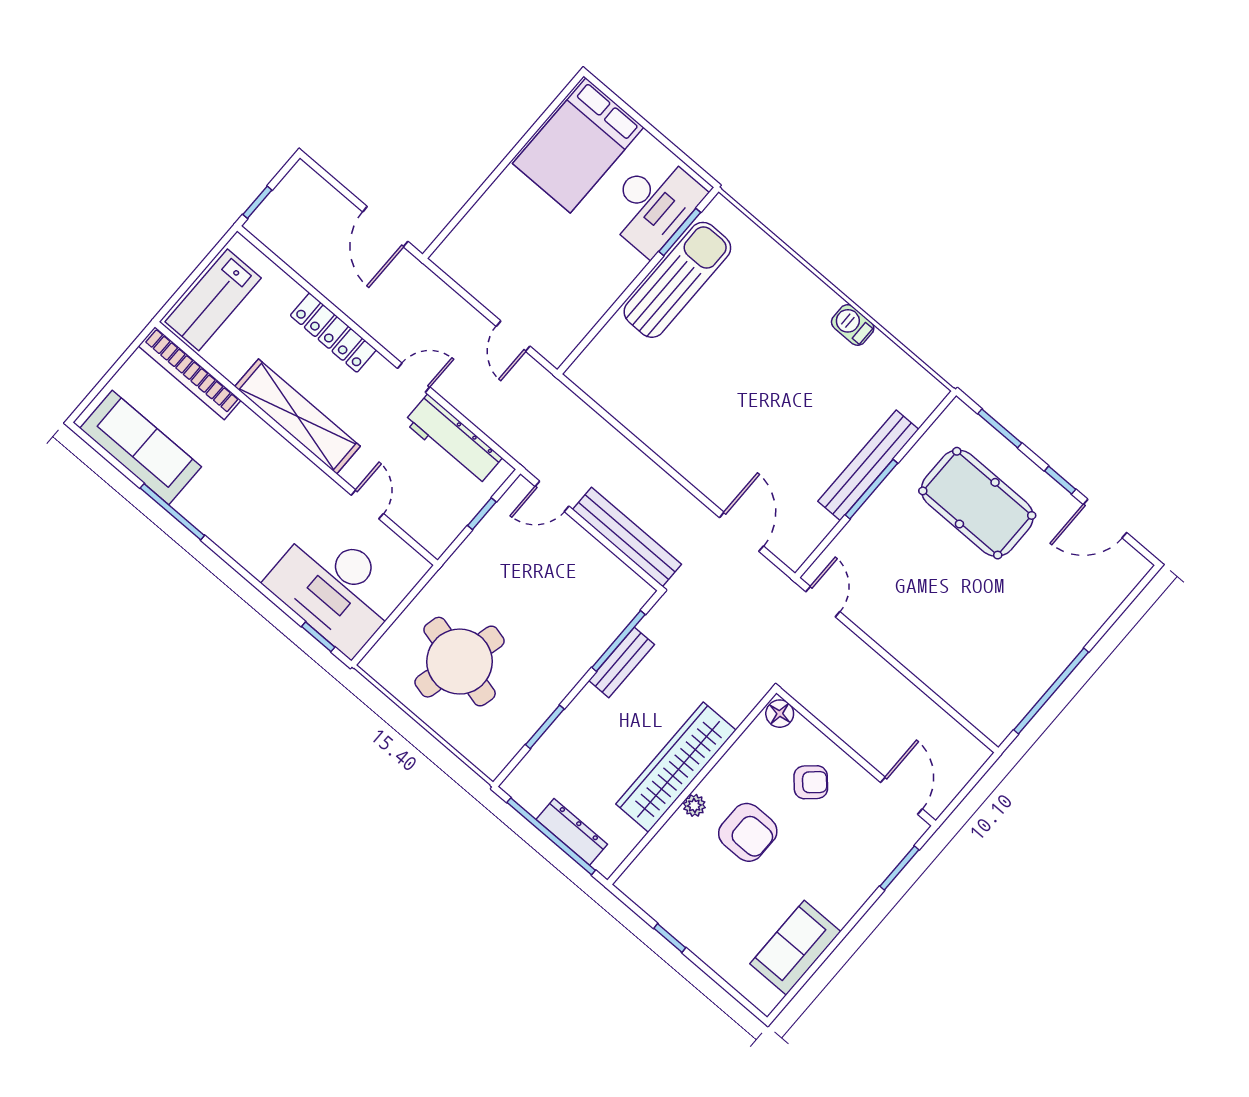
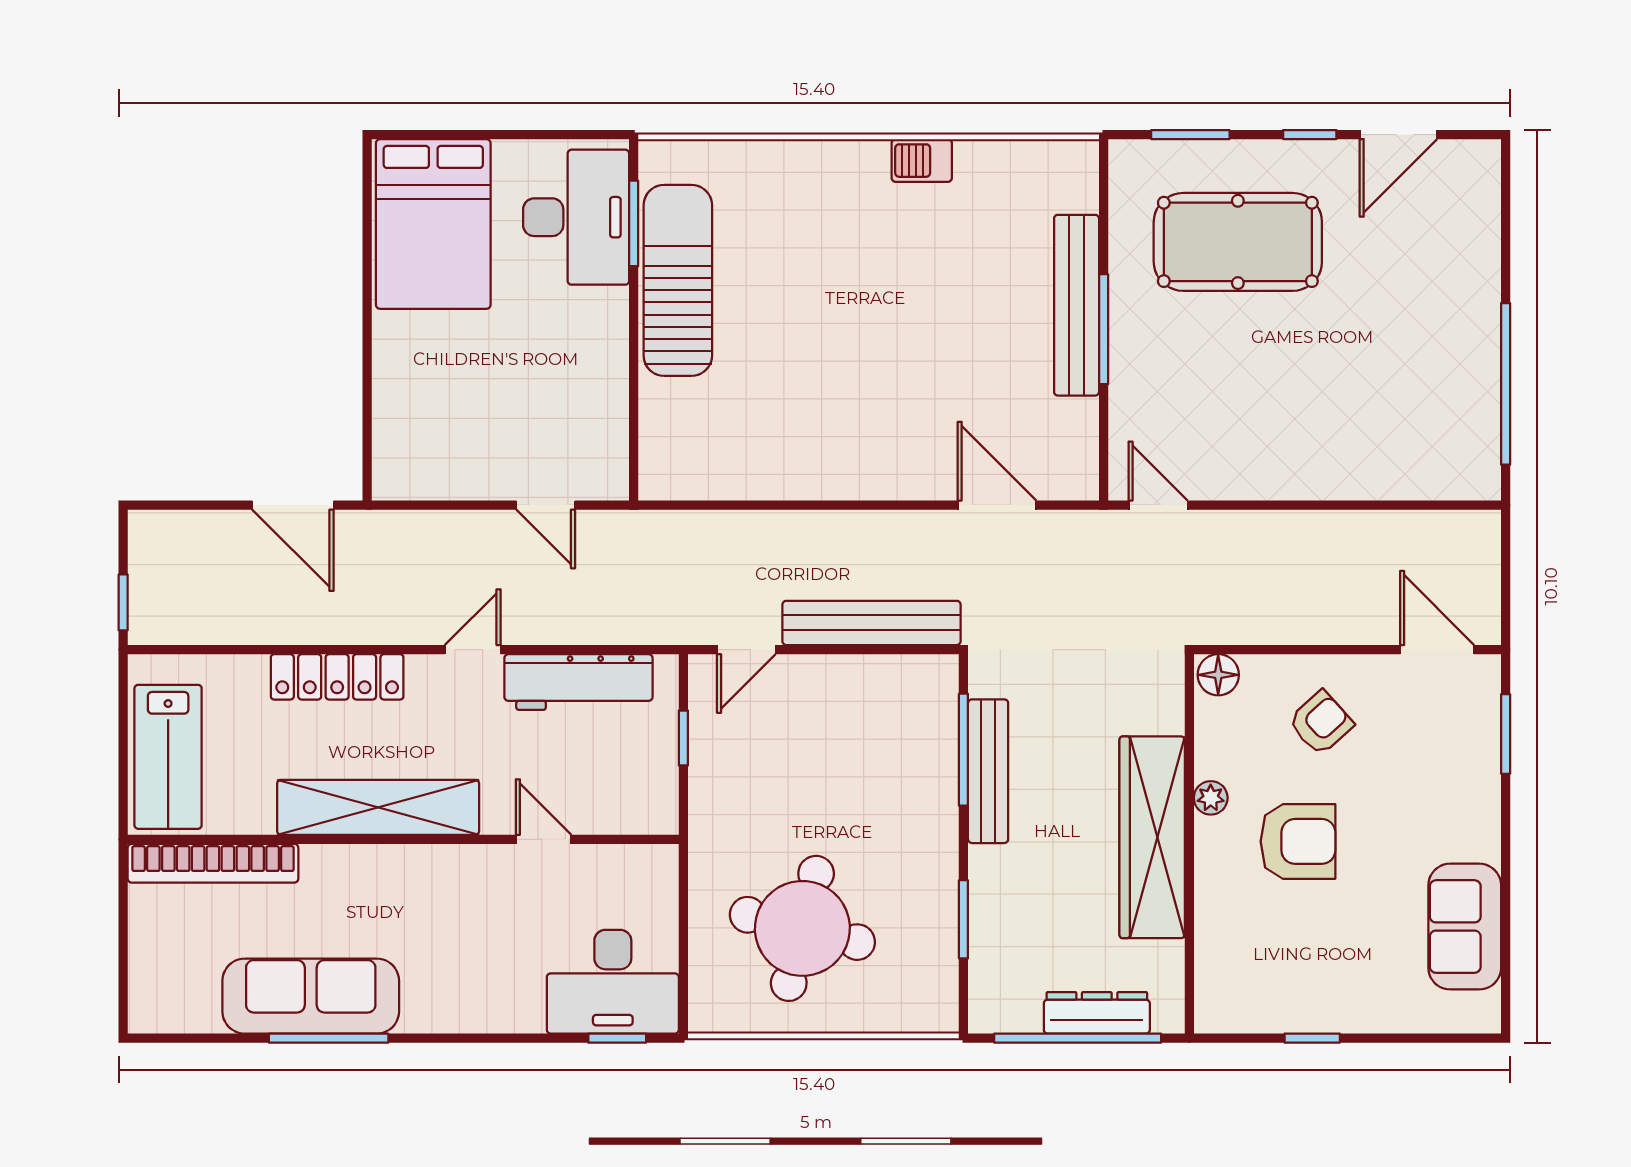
sofa: (141, 448) -> (311, 996), moved
desk: (335, 588) -> (613, 982), width x0.73, depth x0.77
bench: (622, 663) -> (988, 771), width x1.36
plant: (694, 805) -> (1211, 798), moved

